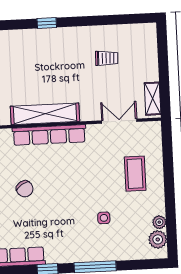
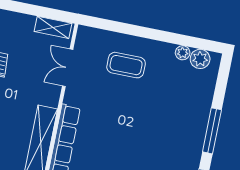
side table: (104, 218) -> (164, 109), removed

